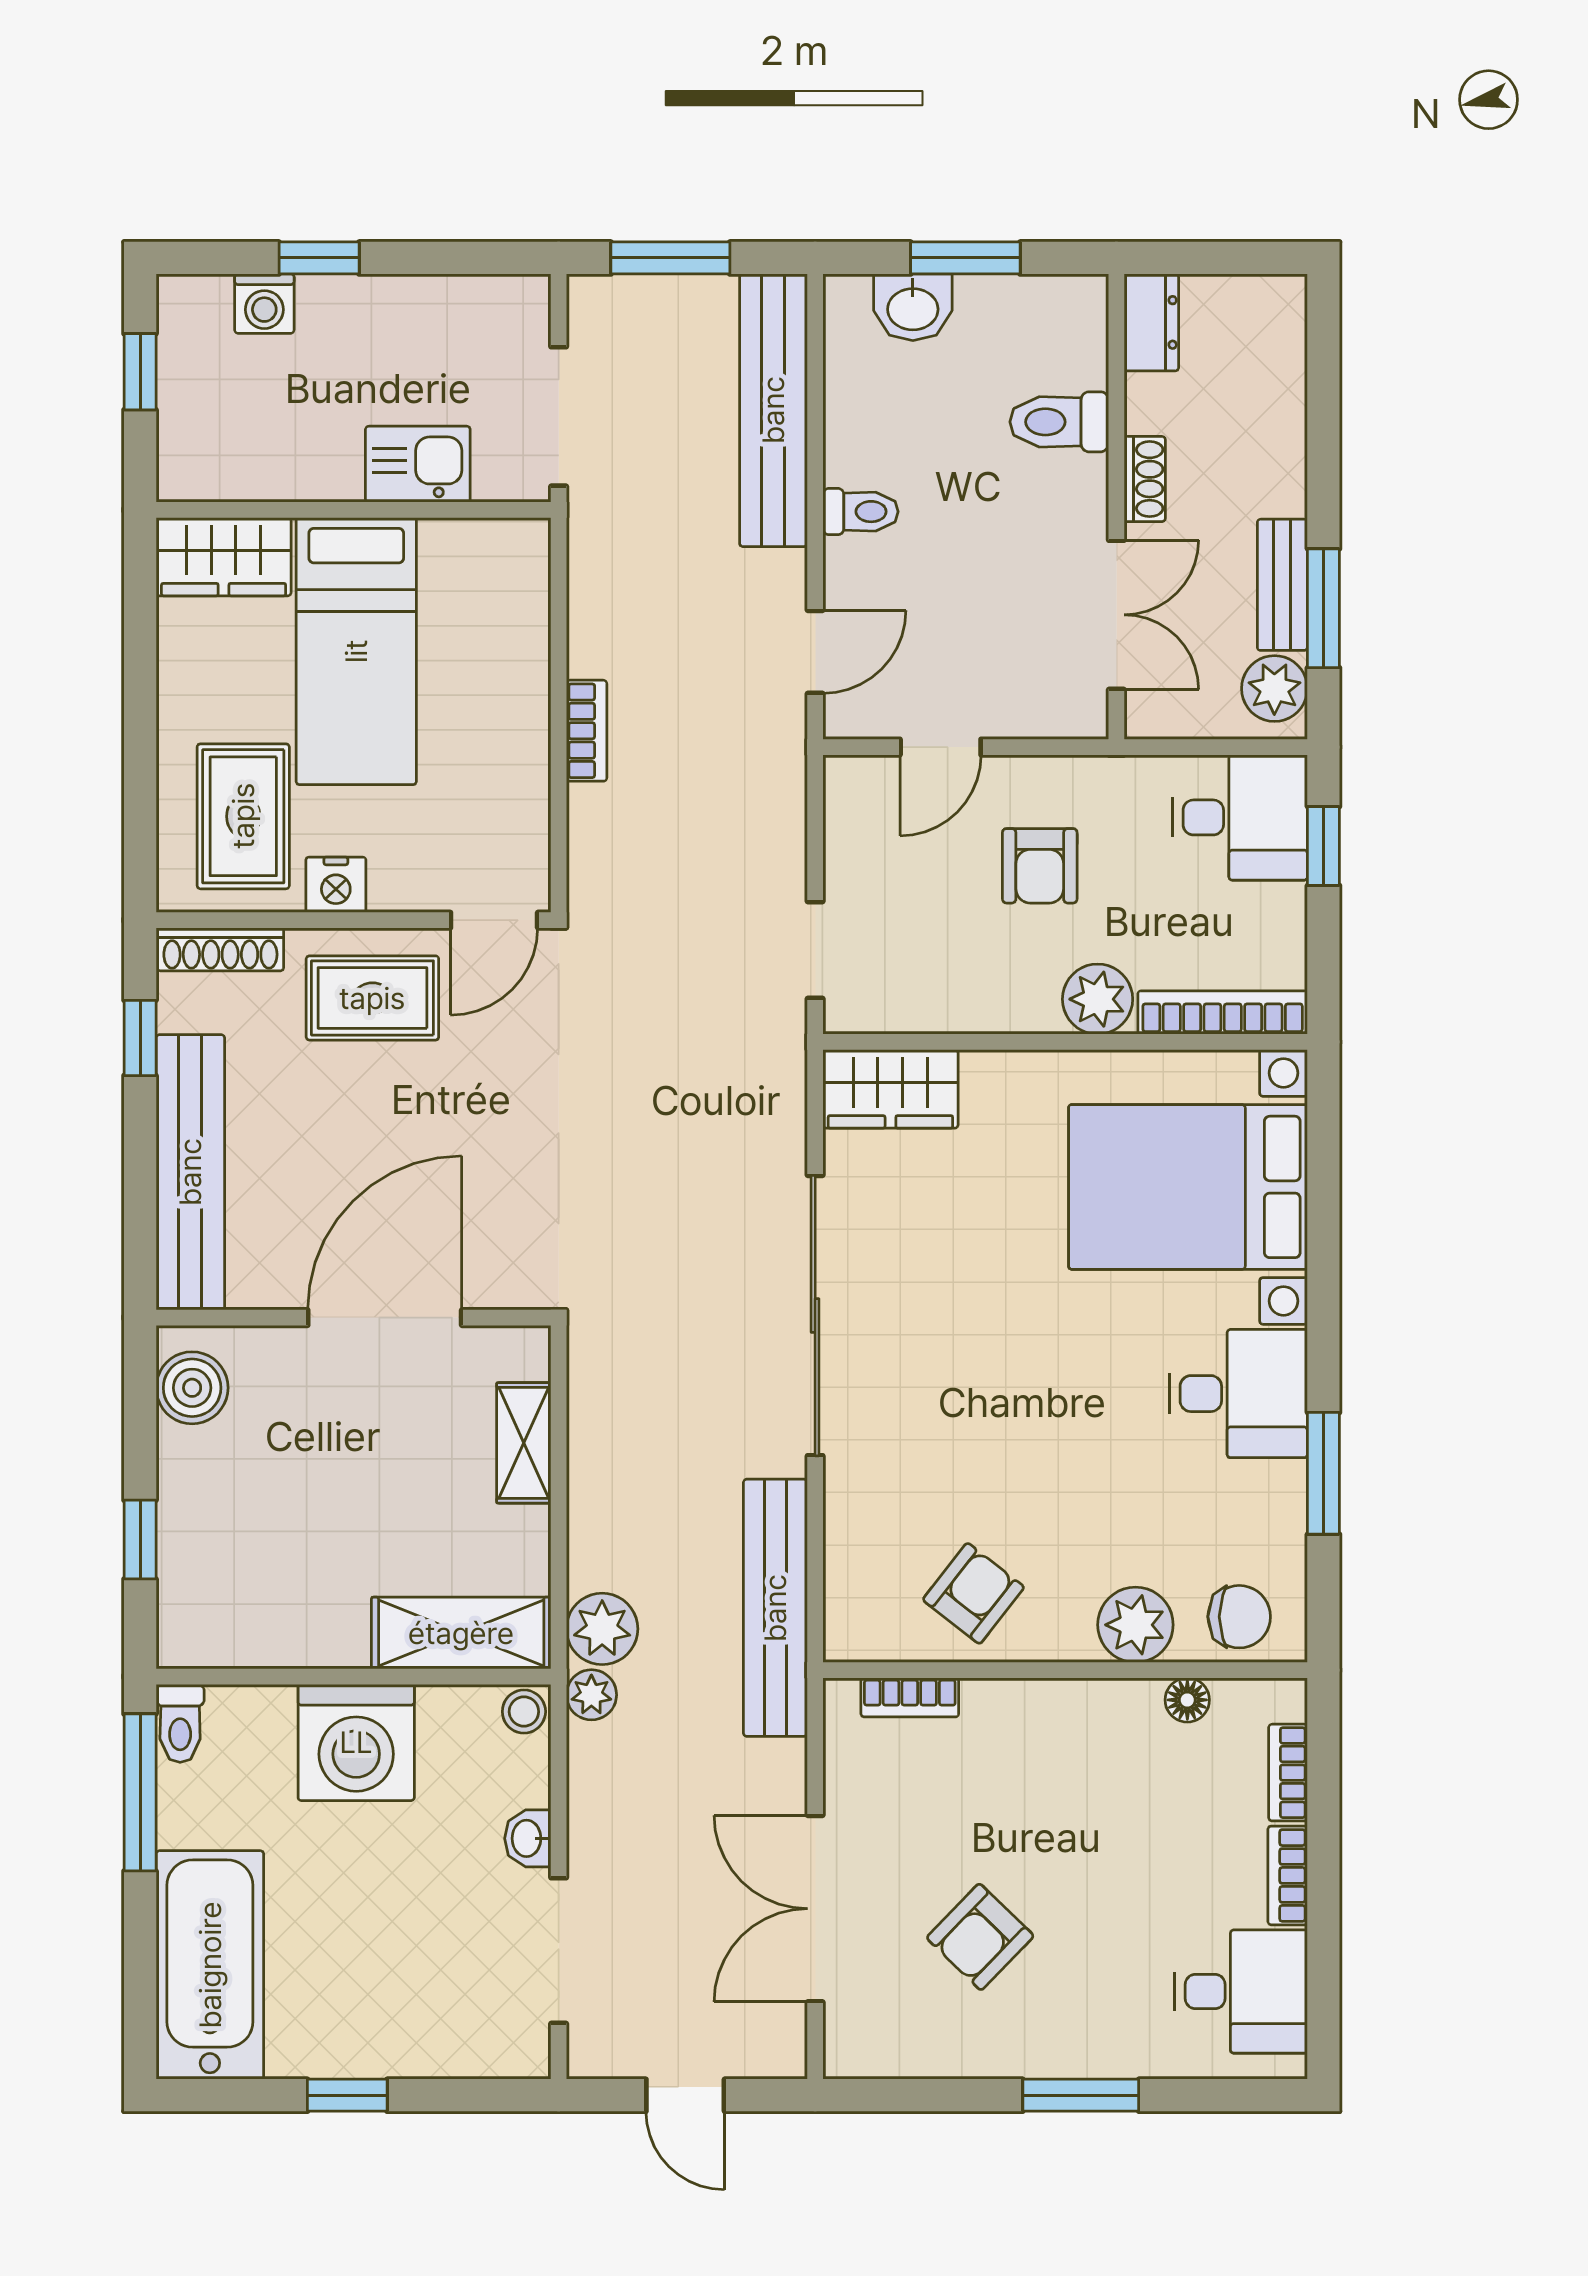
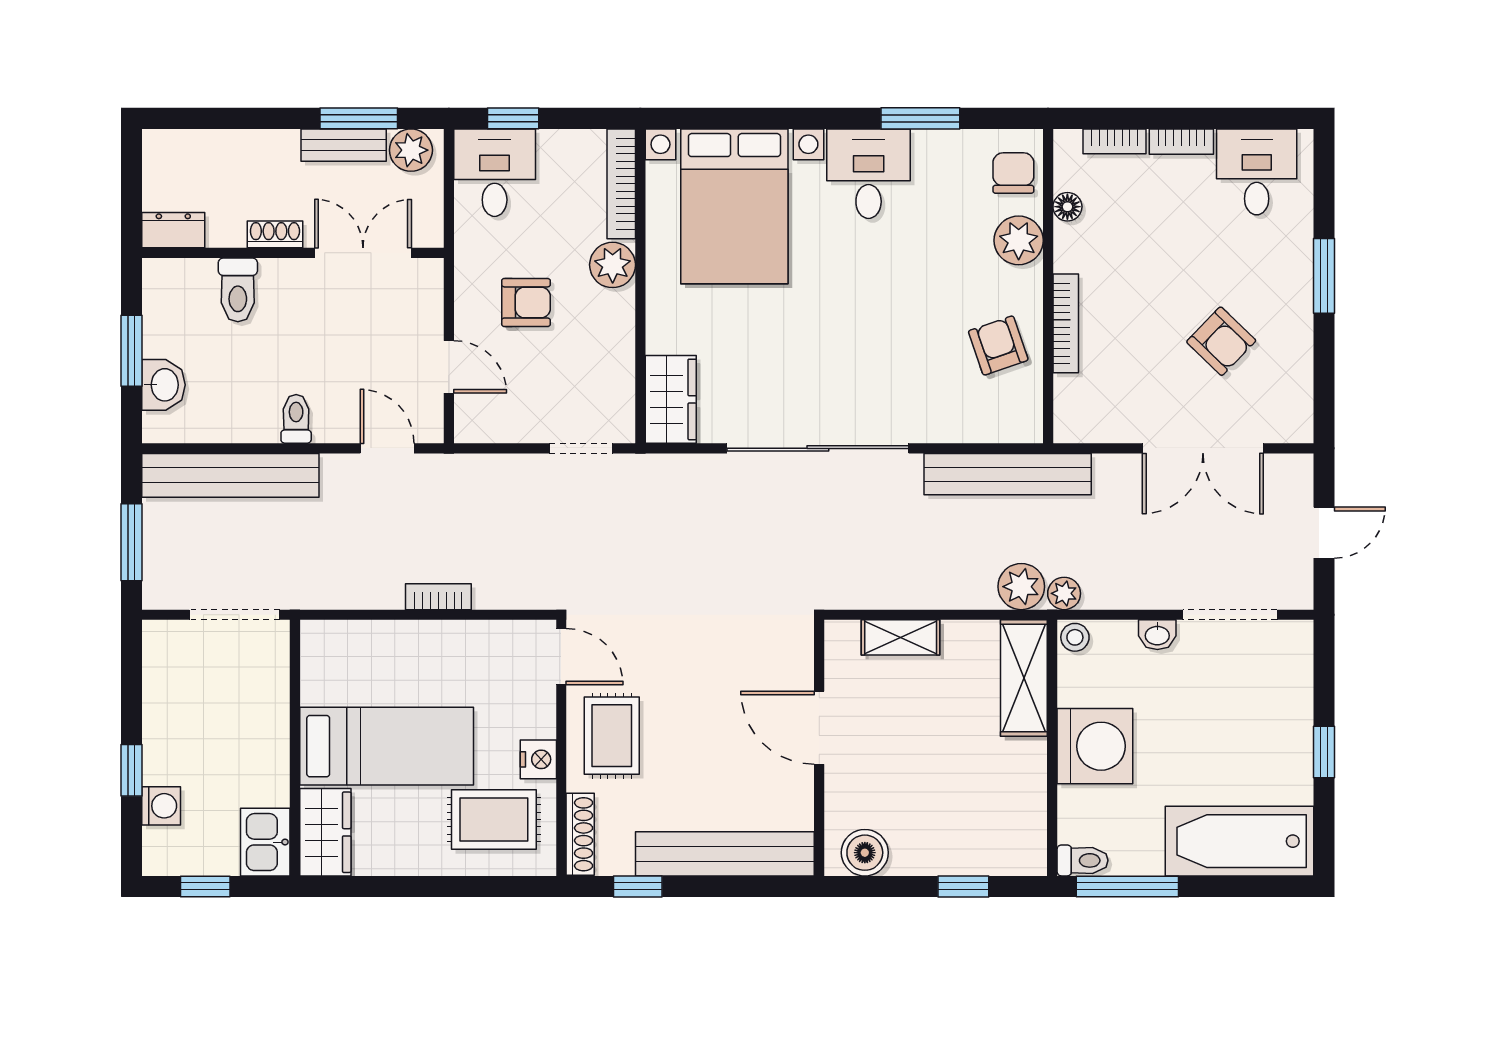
kitchen sink: (418, 464) -> (265, 842), moved
door: (385, 1318) -> (819, 728), width x0.73
armchair: (973, 1593) -> (998, 346), turned 33
bookcase: (910, 1697) -> (1066, 323), moved, width x1.56

